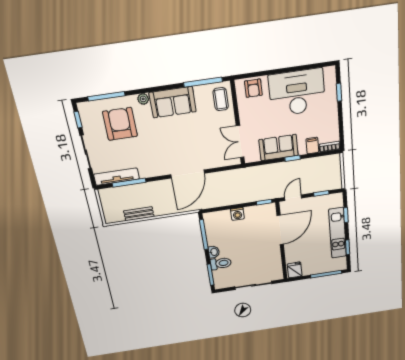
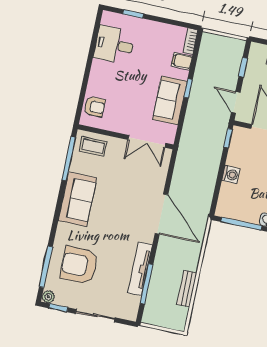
desk: (297, 93) -> (114, 45), width x0.53, depth x0.77
plant: (143, 99) -> (48, 297), moved
tv unit: (116, 177) -> (140, 269), moved

